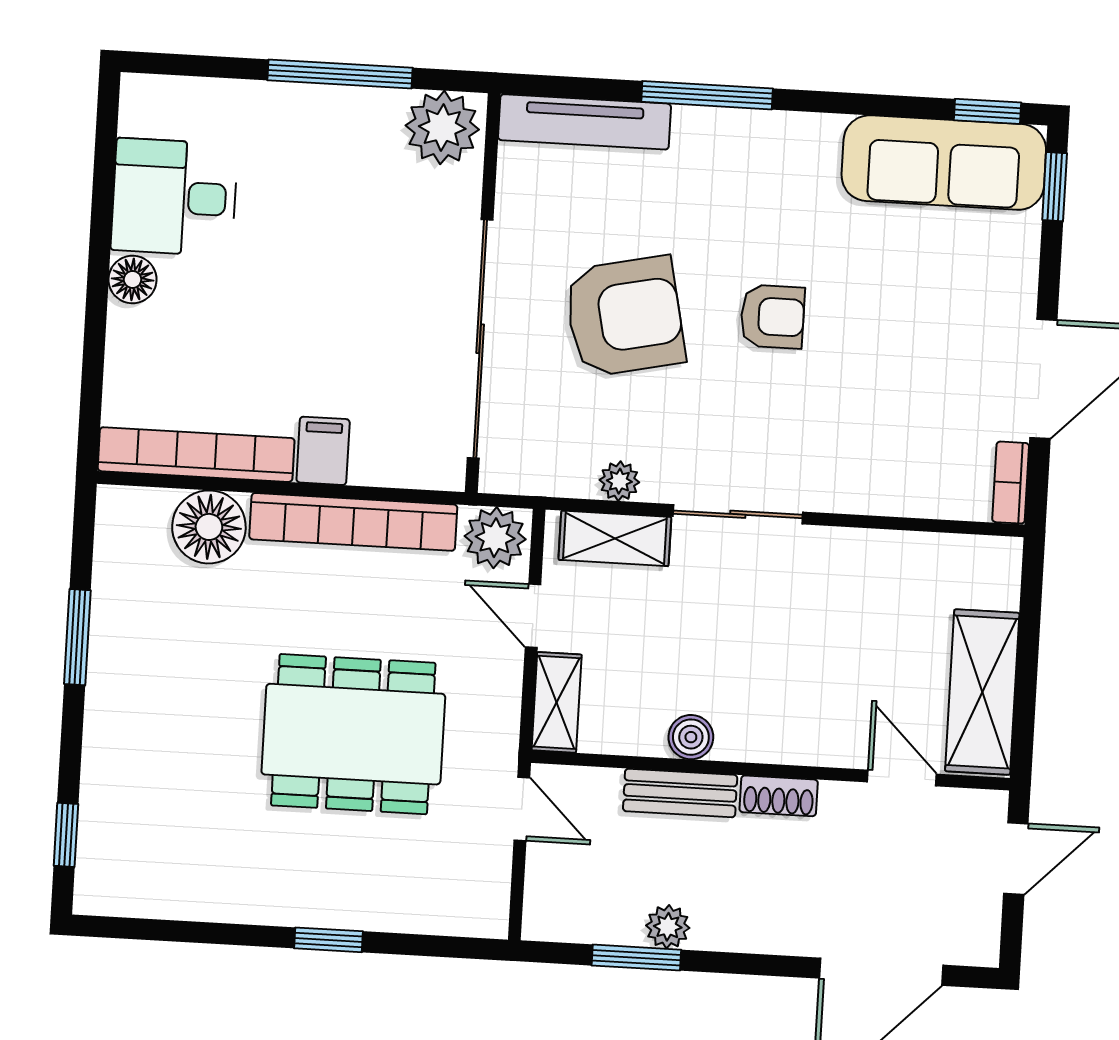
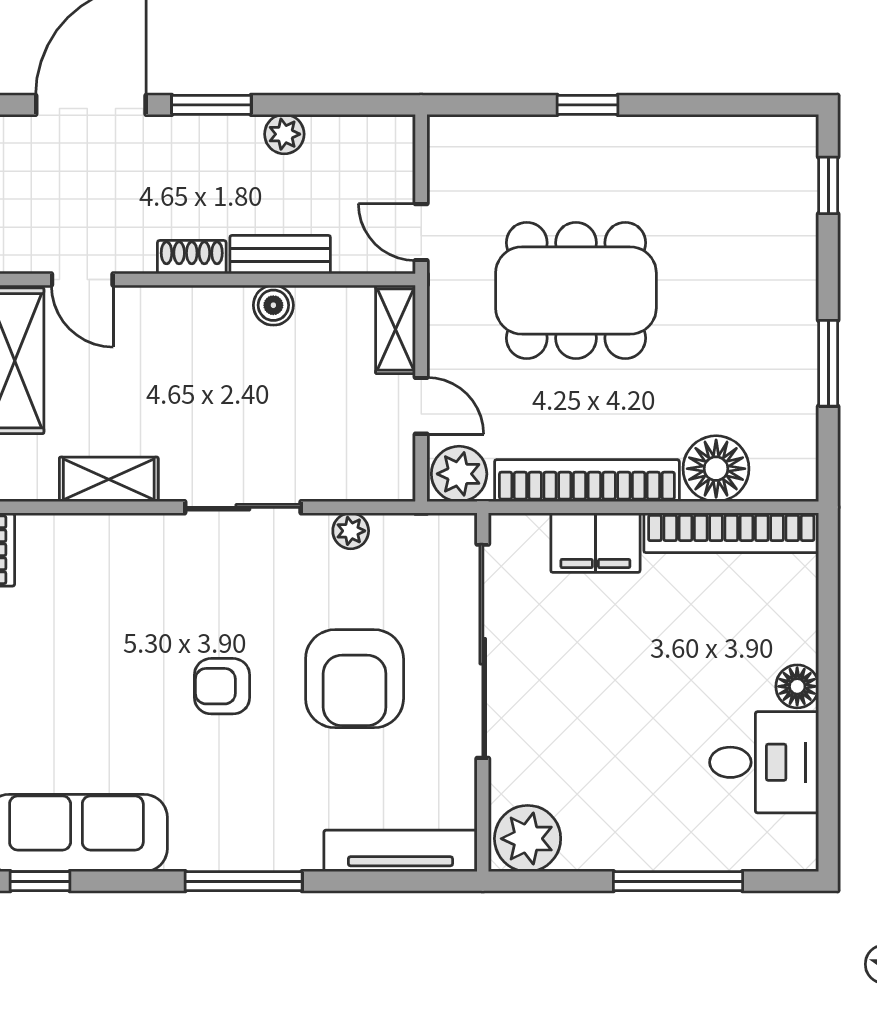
window: (340, 74) -> (678, 881), moved
window: (707, 95) -> (244, 881), moved
armchair: (625, 316) -> (355, 679), turned -78
filing cabinet: (323, 451) -> (595, 543), width x2.00
shelving: (615, 538) -> (109, 479), moved
window: (636, 958) -> (211, 105), moved

